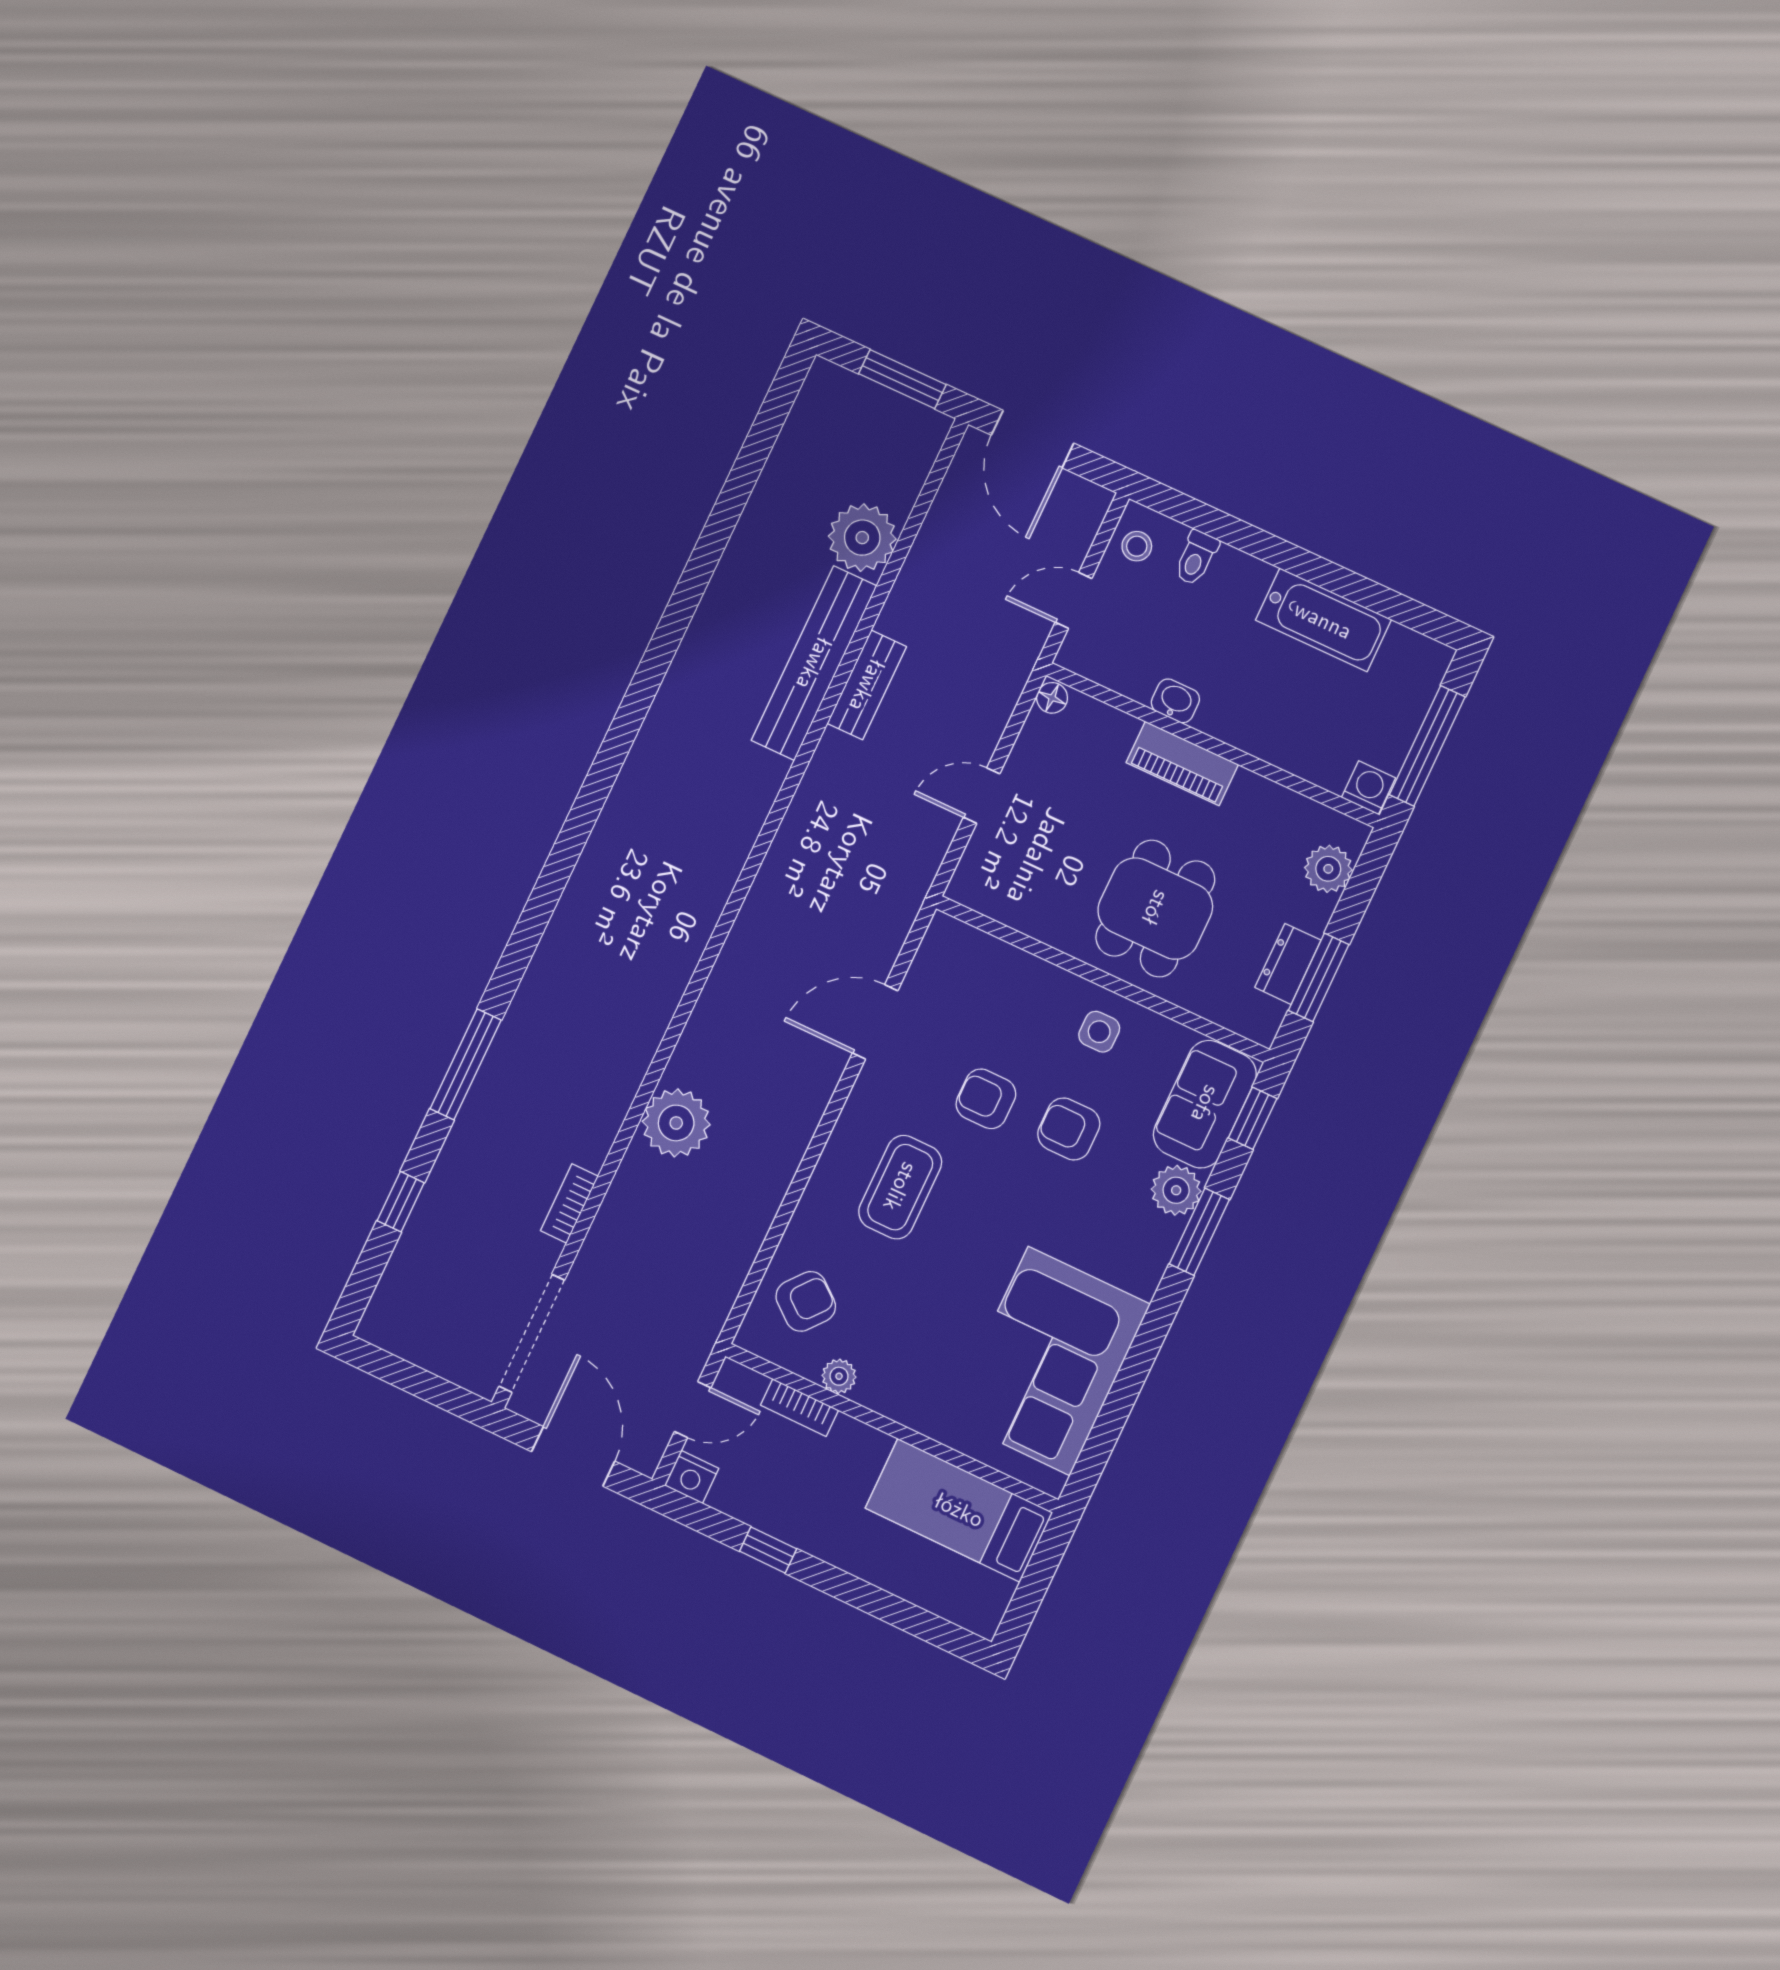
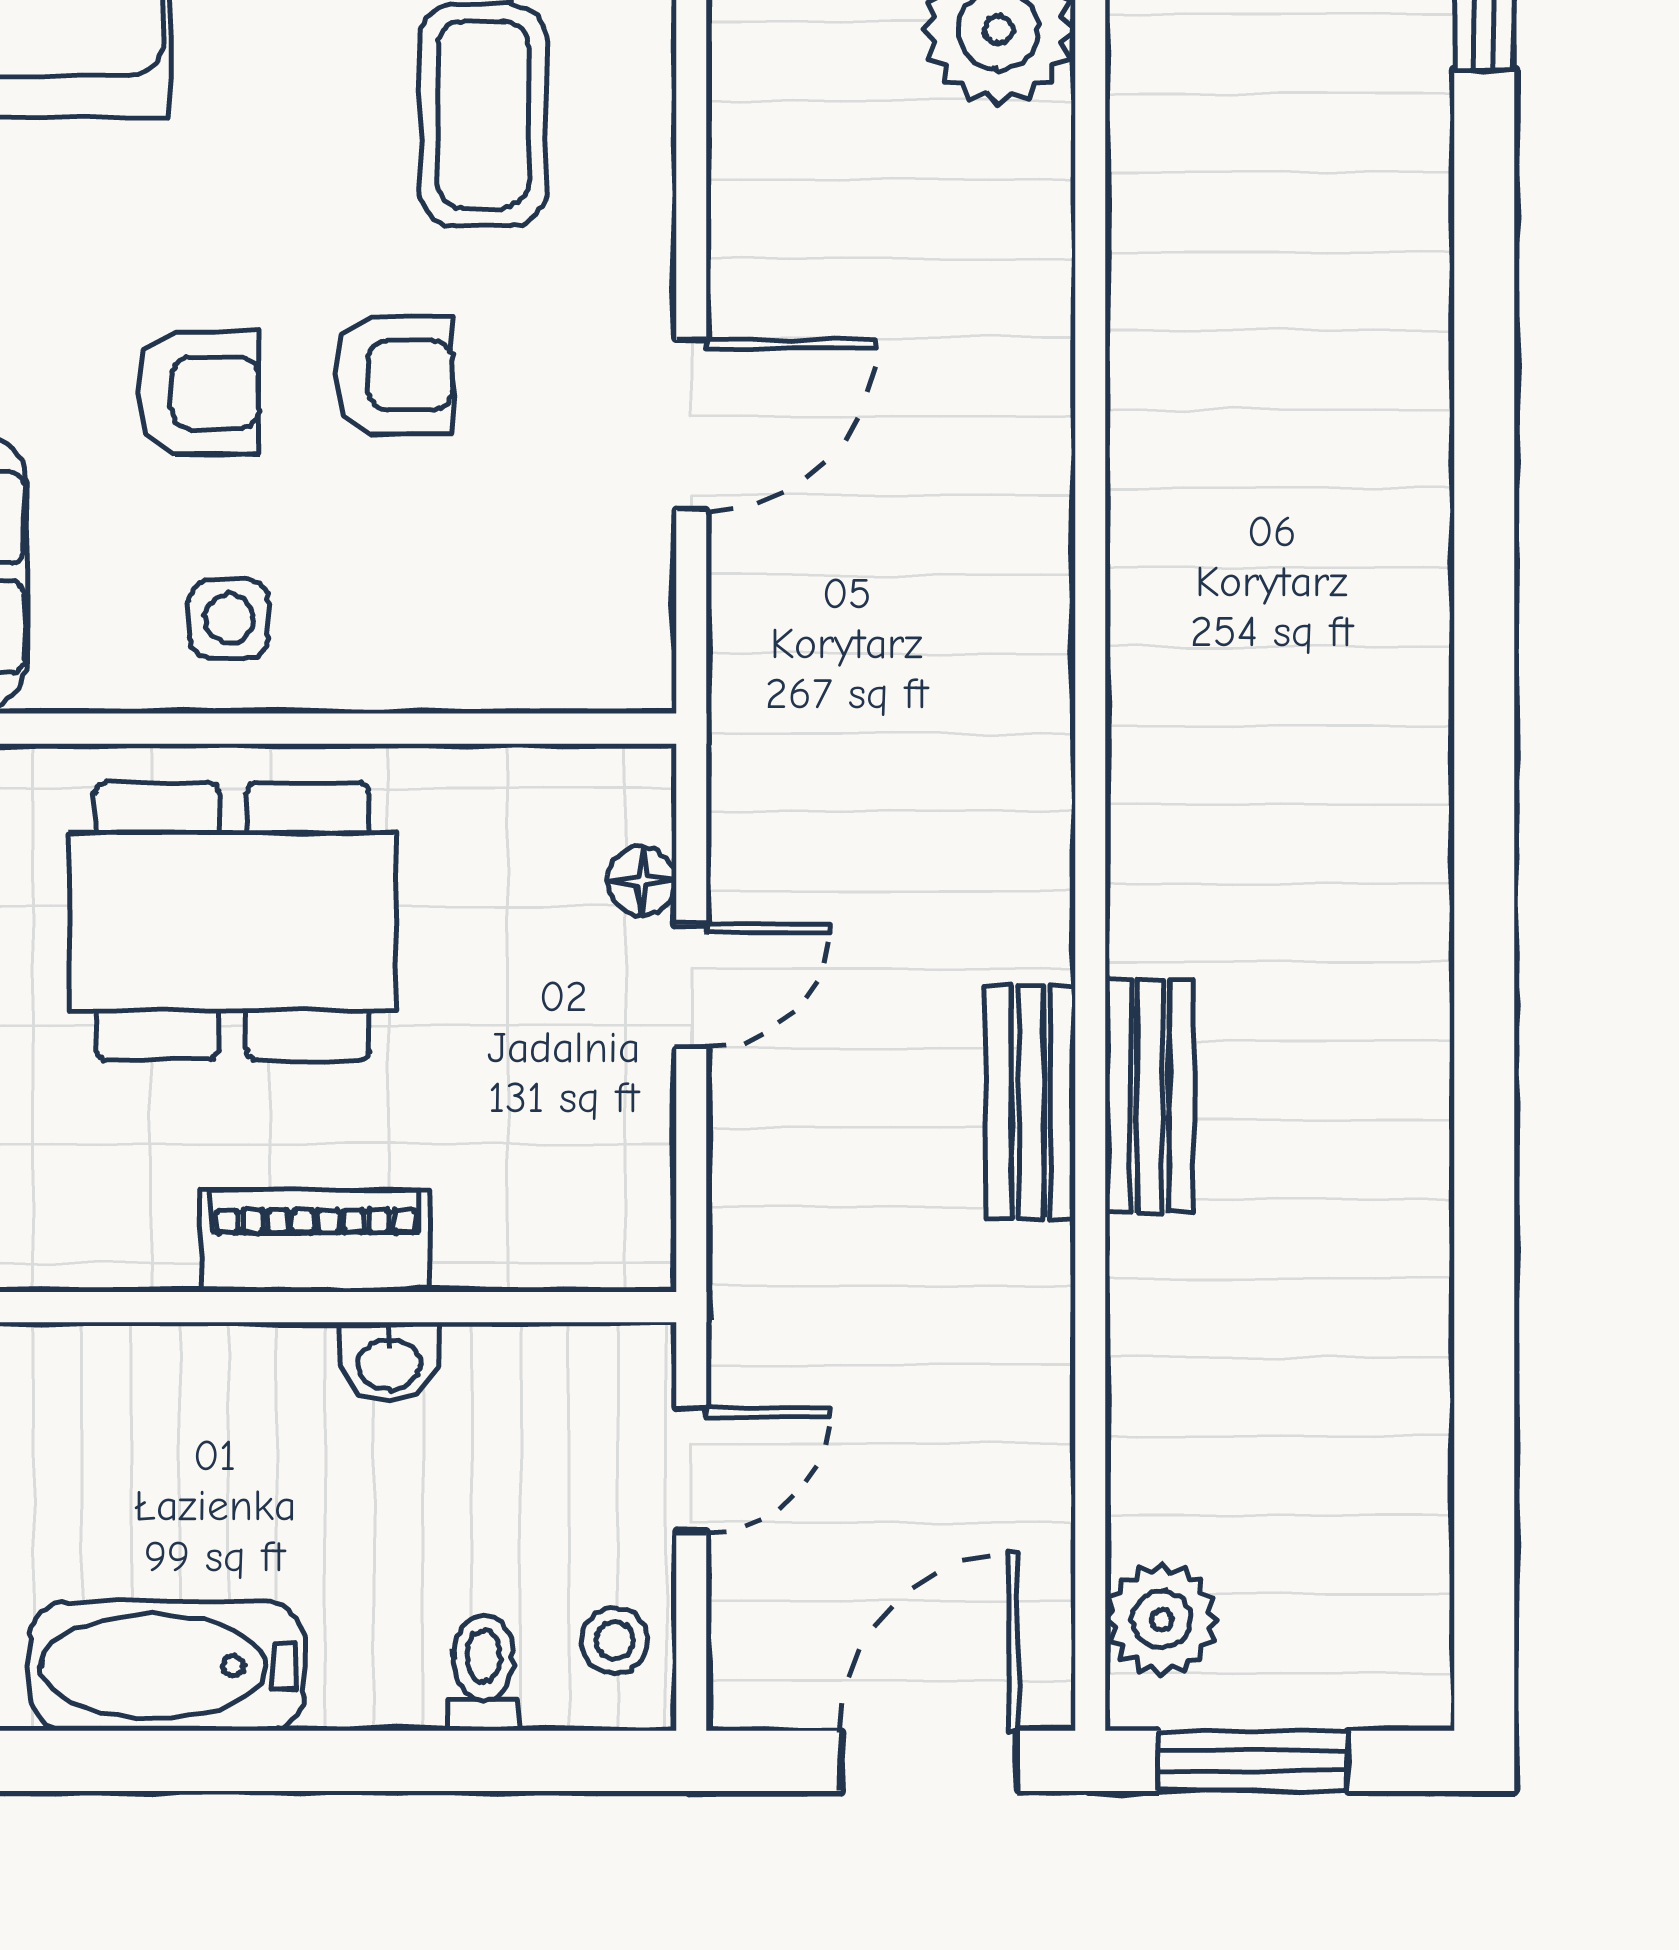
door: (1033, 439) -> (929, 1761), hinge flipped
plant: (862, 538) -> (1161, 1620), moved, width x0.73, depth x0.73
bench: (814, 663) -> (1150, 1096), width x0.54, depth x0.82
floor lamp: (1052, 698) -> (642, 881), moved
dining table: (1155, 908) -> (233, 921), width x1.38

